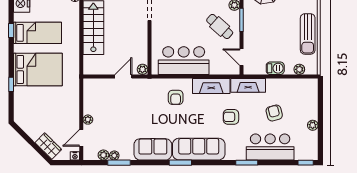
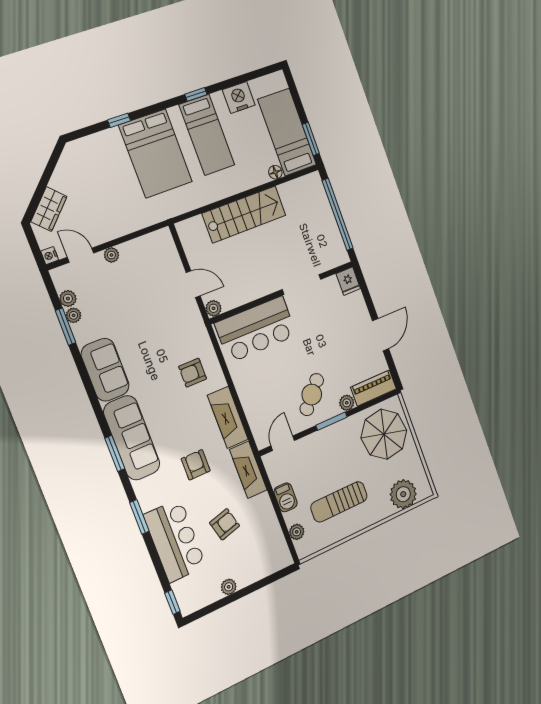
sun lounger: (308, 34) -> (339, 502), moved
bar counter: (184, 61) -> (256, 329), moved, turned 90
window: (180, 163) -> (115, 453), moved

